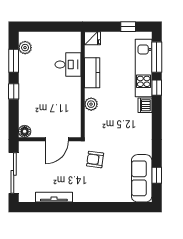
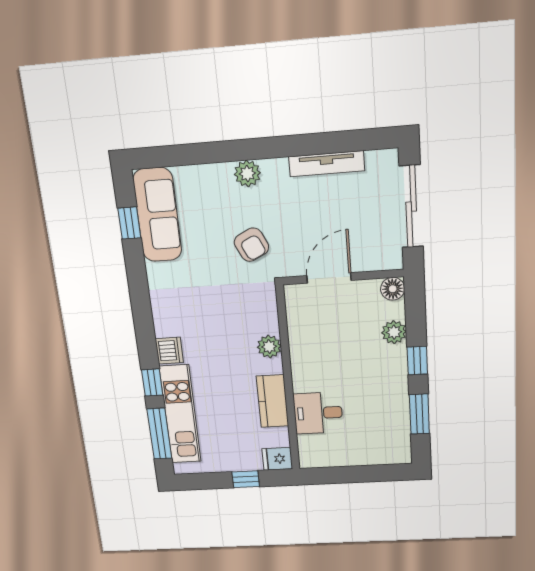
window: (128, 27) -> (246, 479), moved
plant: (25, 48) -> (394, 332), moved
armchair: (95, 160) -> (251, 245), turned 56
plant: (94, 195) -> (247, 174), added

